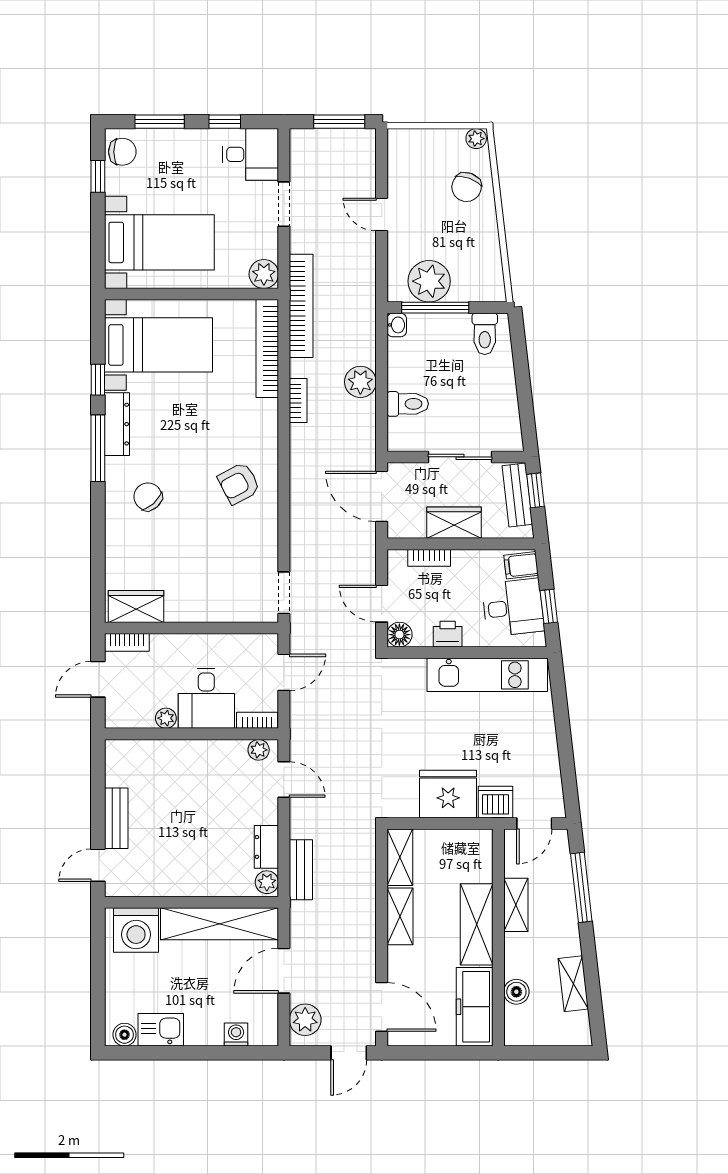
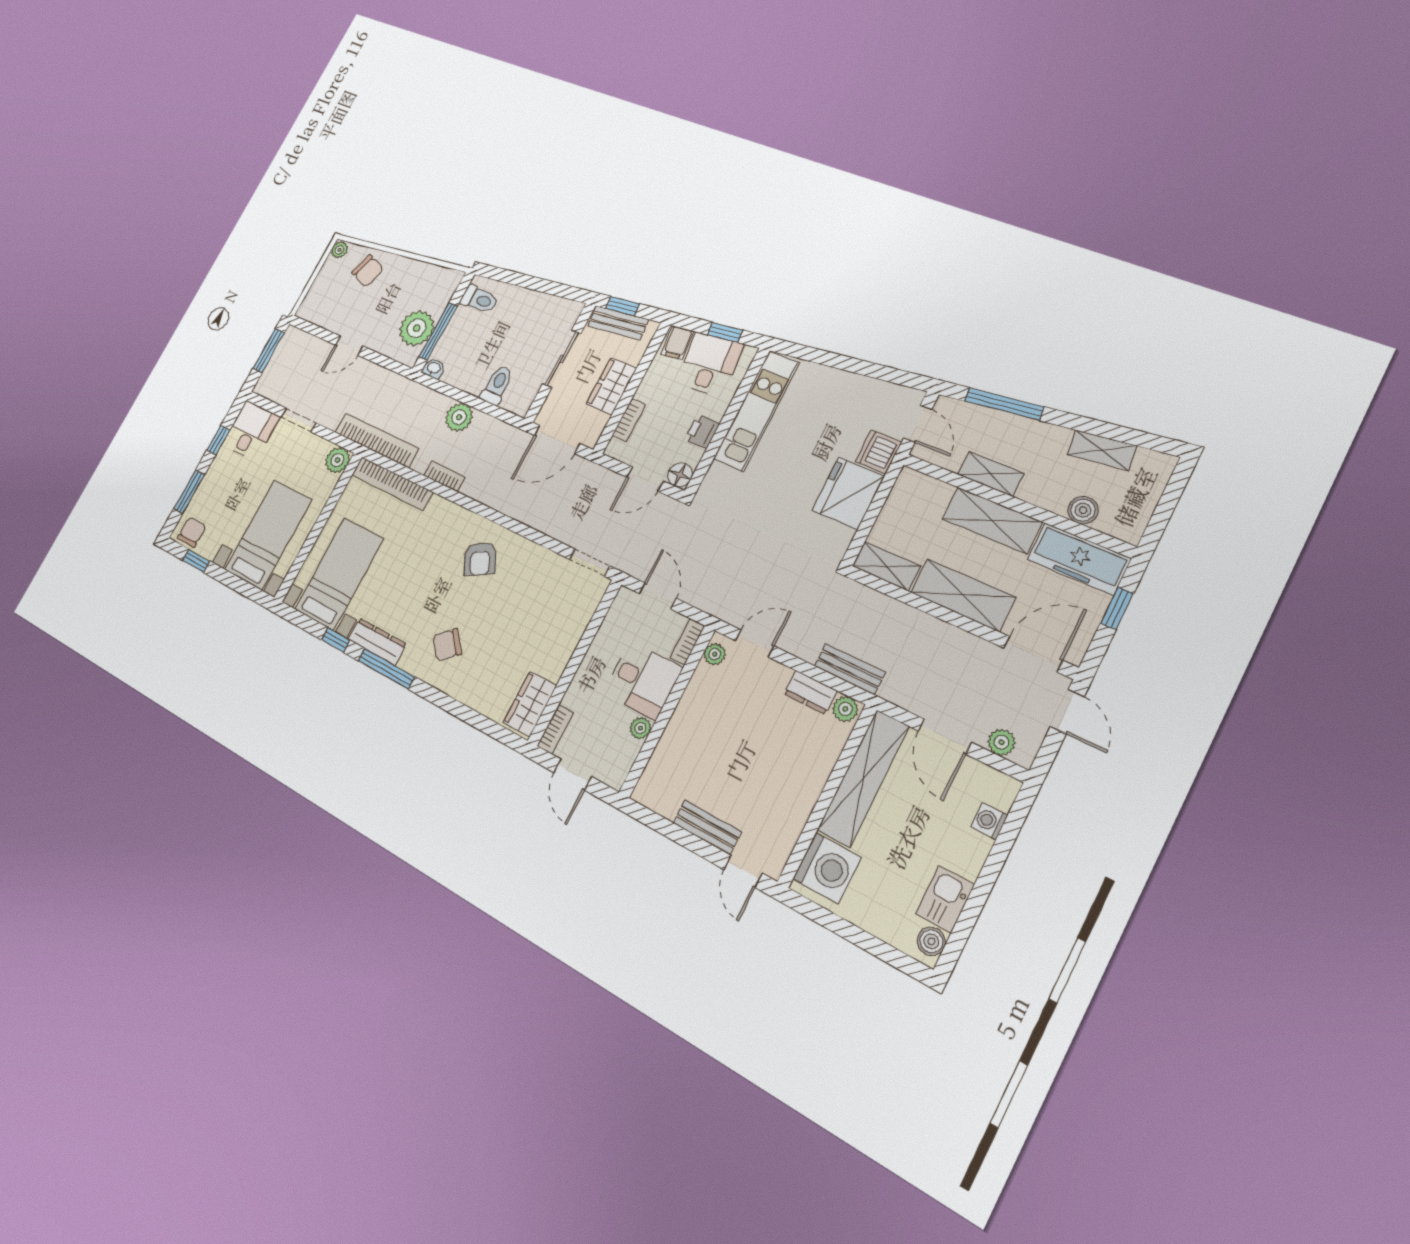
shelving: (400, 916) -> (963, 595), width x1.50, depth x1.33
plant: (305, 1020) -> (1001, 742), width x0.73, depth x0.73
window: (448, 1053) -> (1117, 608), added

